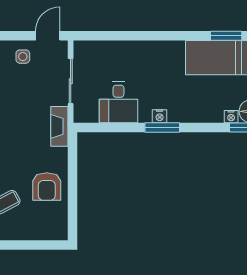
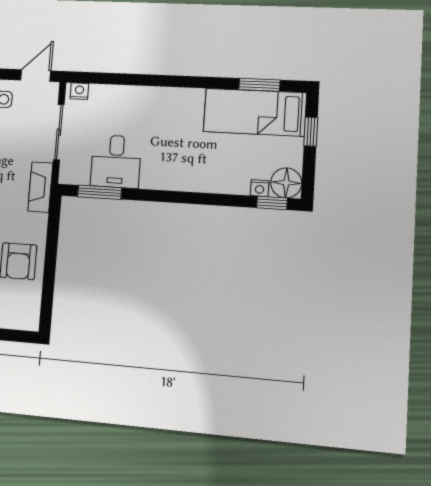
nightstand: (160, 116) -> (79, 91), moved, turned 180
window: (162, 128) -> (100, 192), moved

